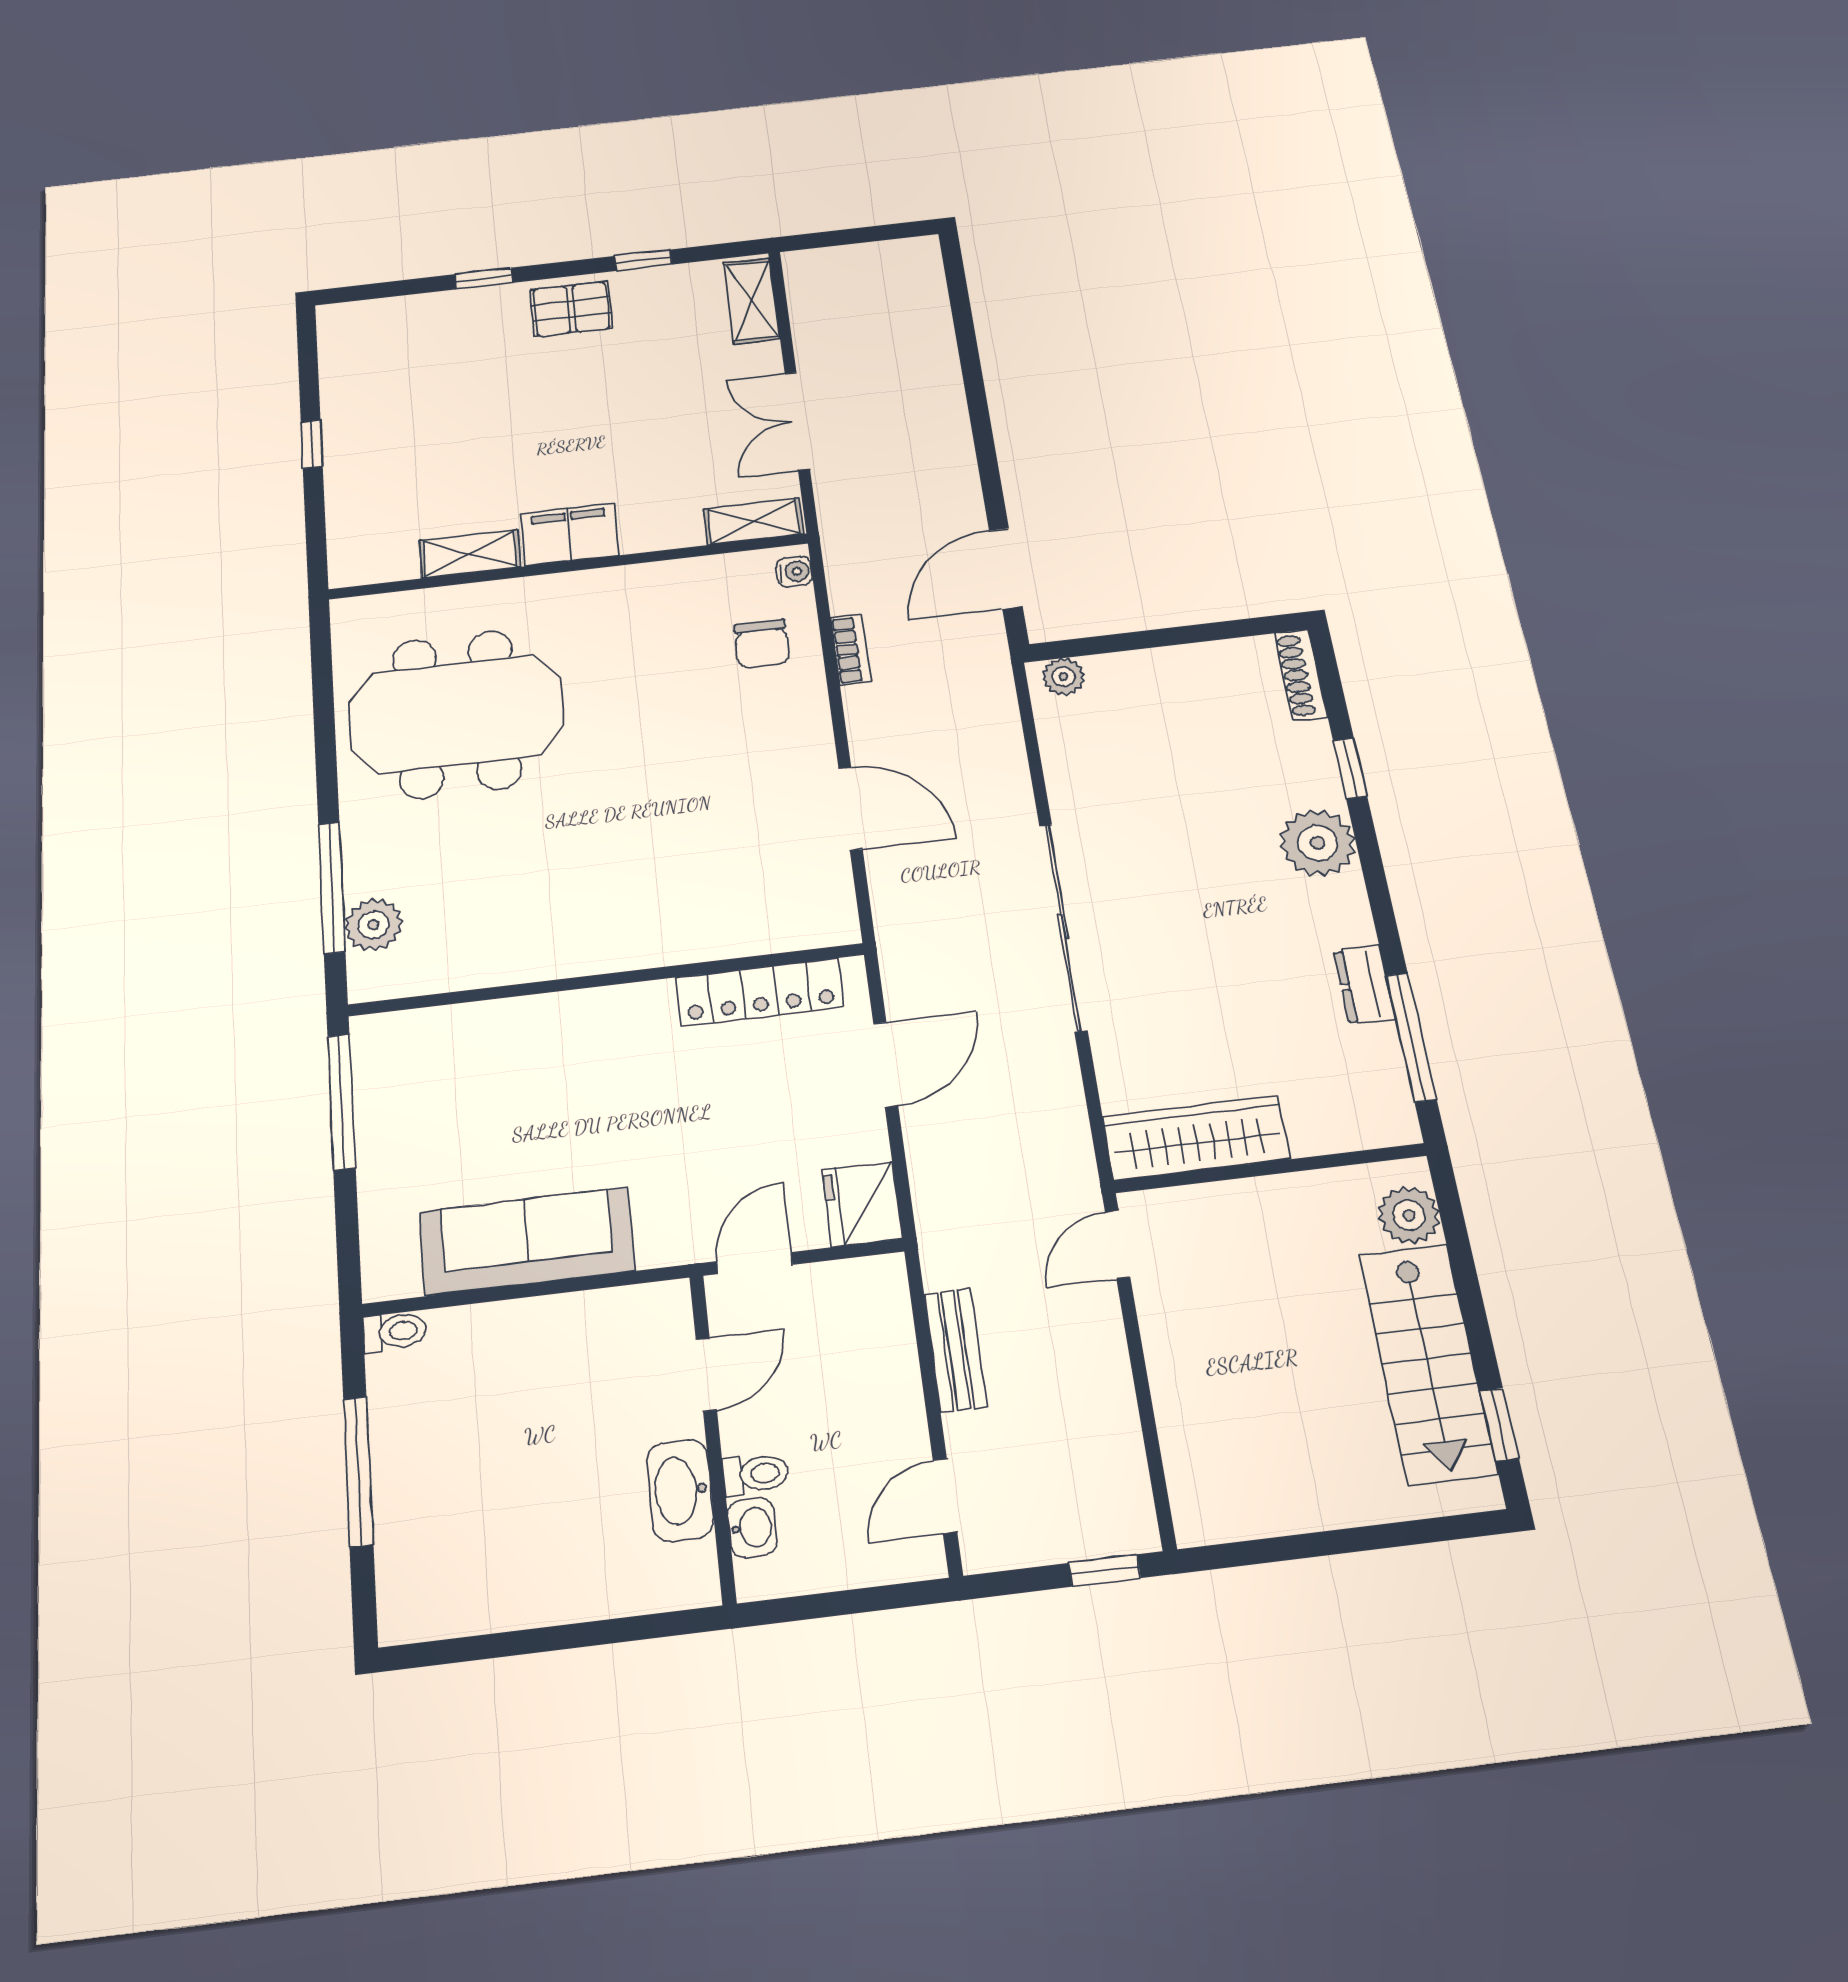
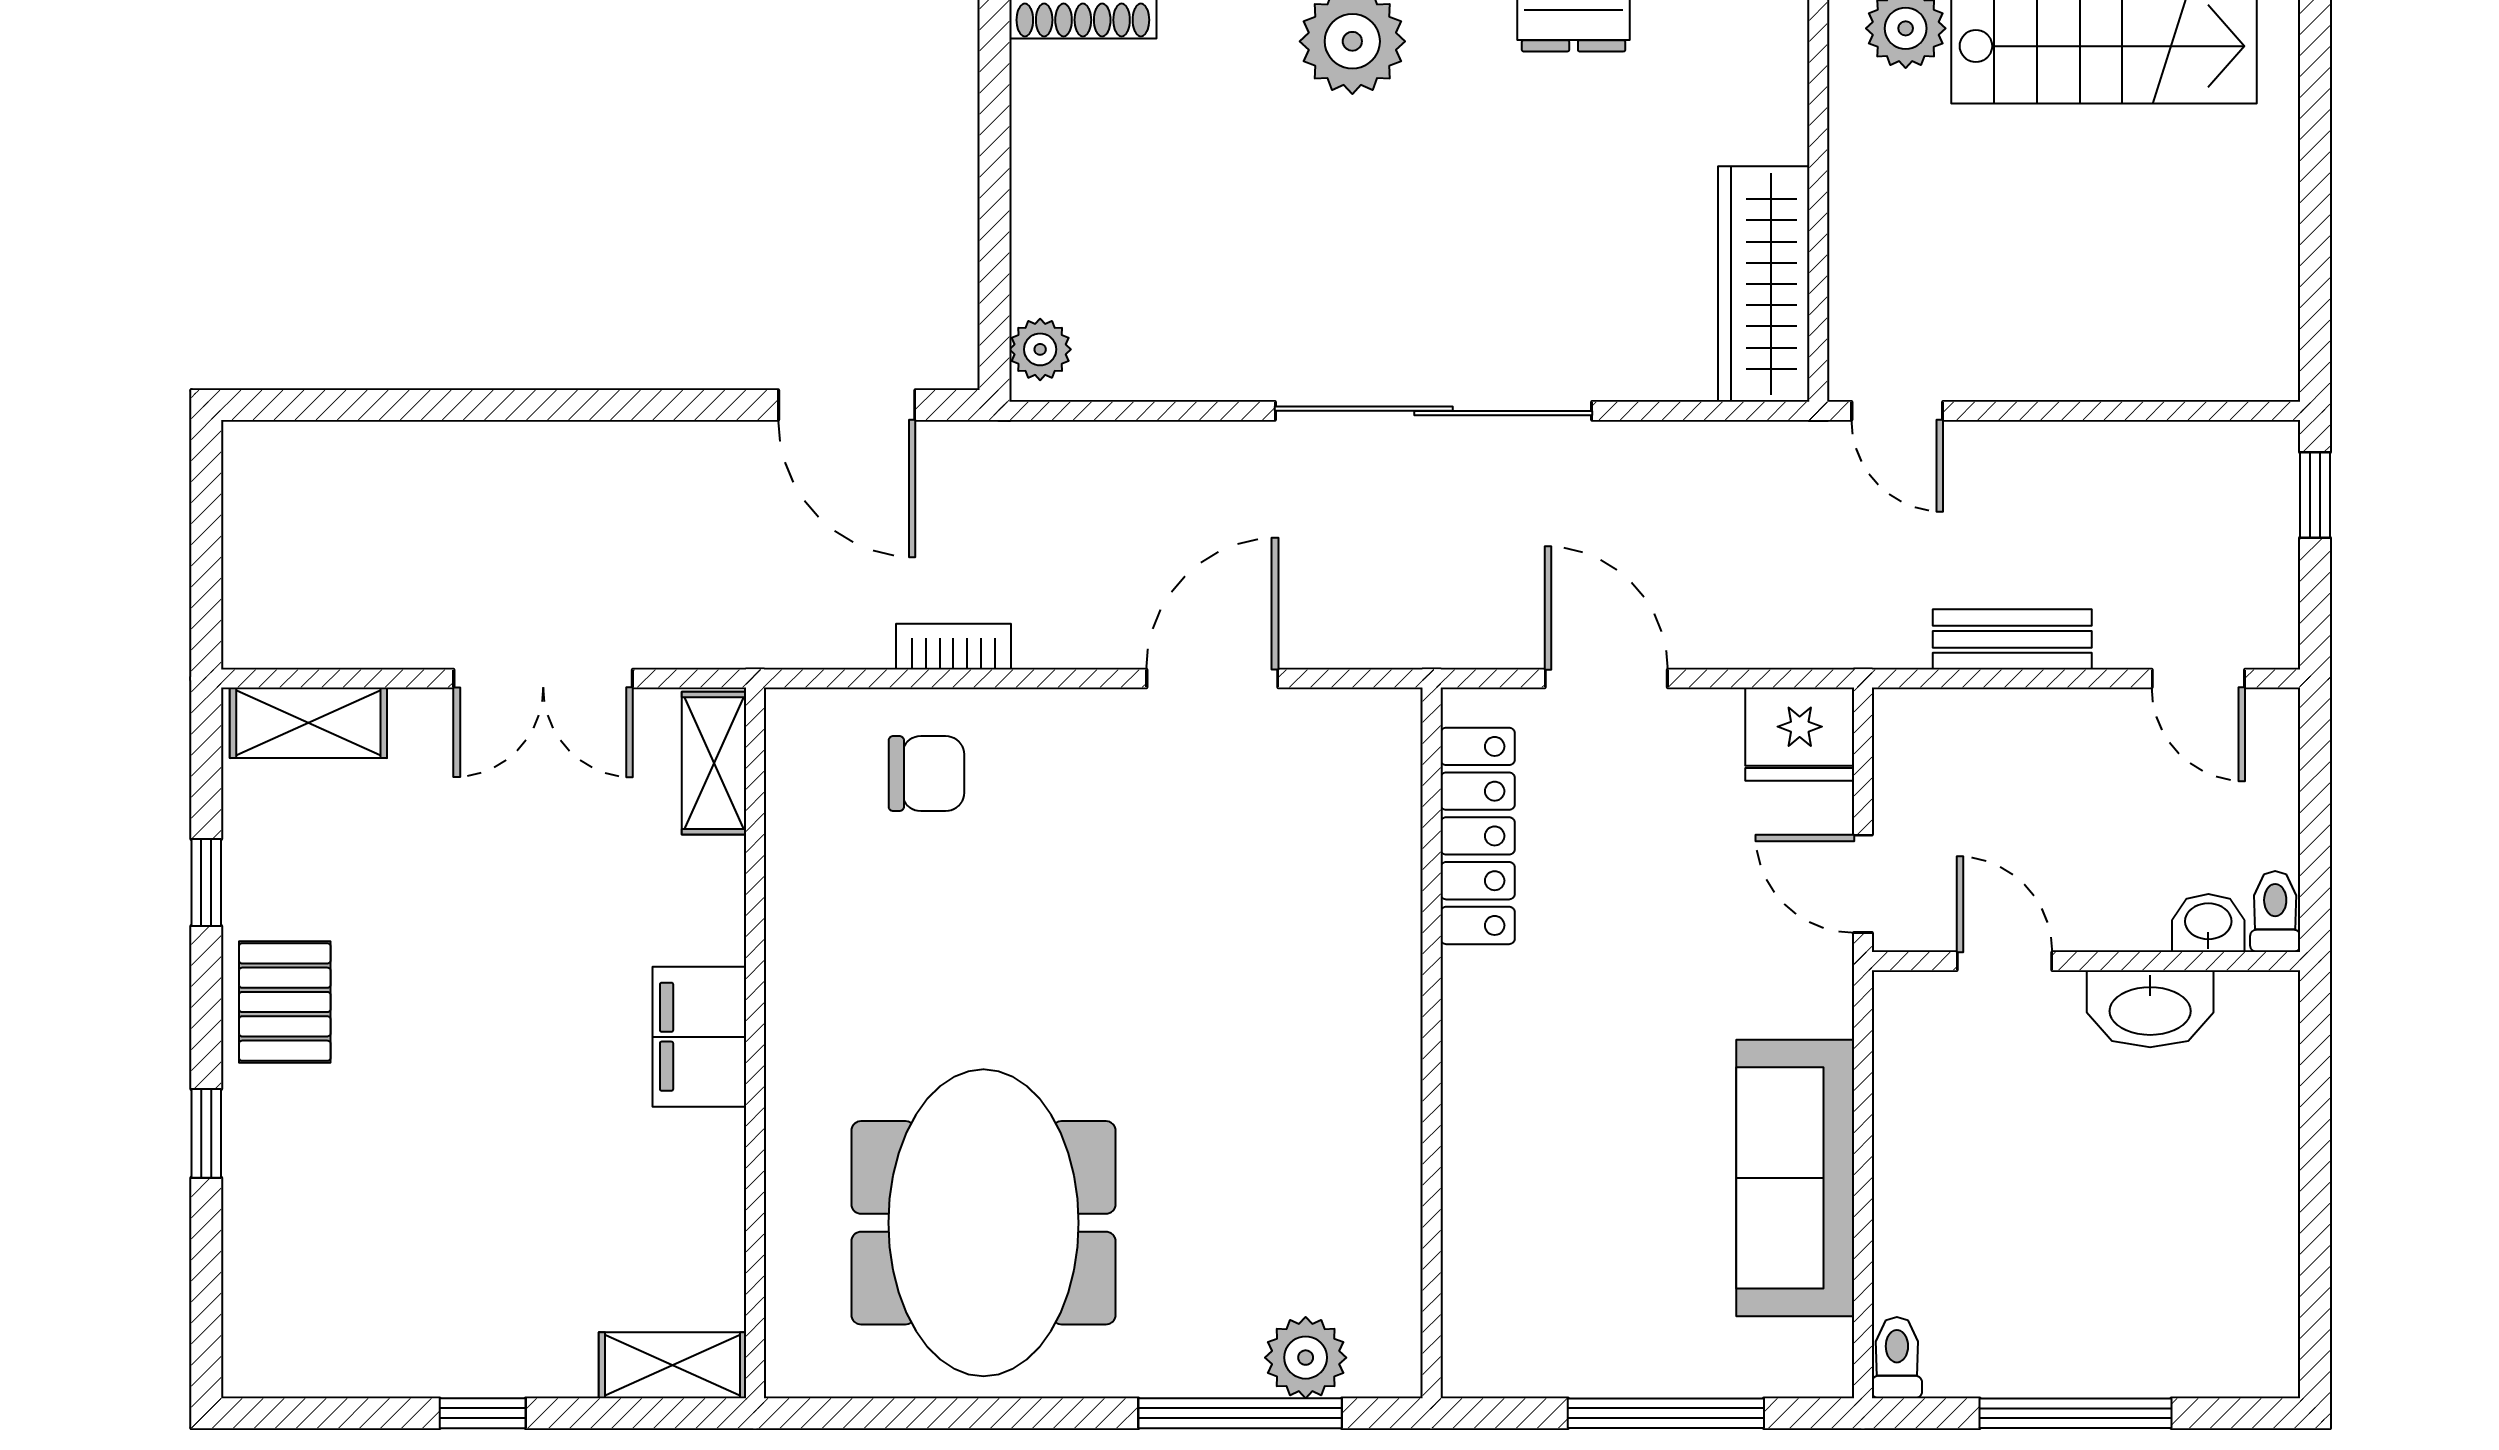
shelving: (470, 554) -> (672, 1365), moved, turned 90
water cooler: (794, 572) -> (810, 713), removed
window: (341, 1102) -> (1666, 1413), moved
toilet: (756, 1474) -> (2275, 912), moved

